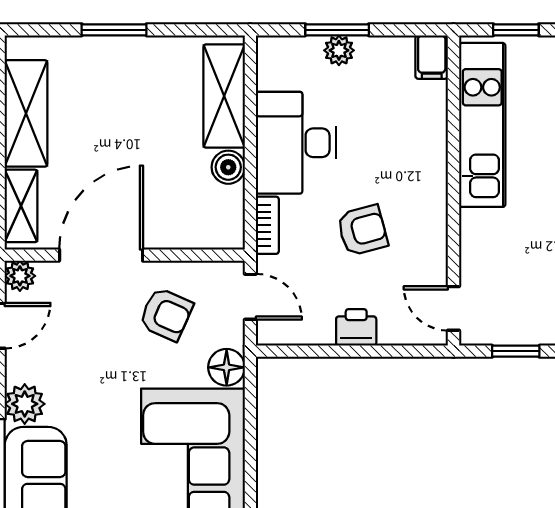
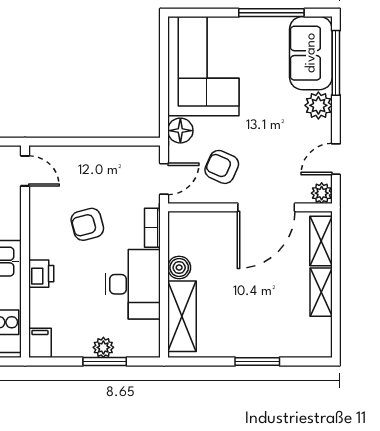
shelving: (26, 113) -> (321, 292), width x0.67, depth x0.75
door: (250, 297) -> (164, 179), swing flipped
printer: (356, 327) -> (41, 274), moved, turned -90

